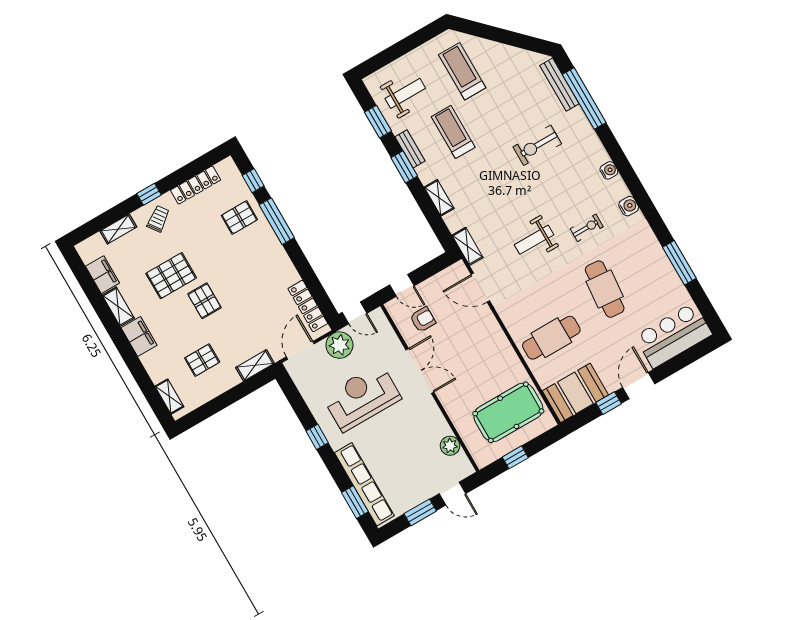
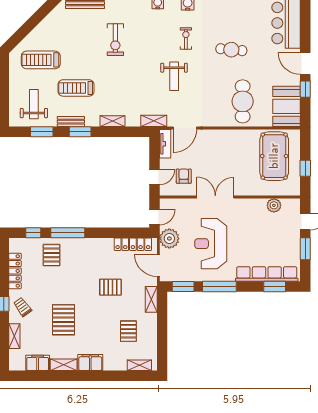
tv unit: (448, 275) -> (165, 144), added
cafe table: (605, 289) -> (231, 50), width x0.73, depth x0.74
pallet: (204, 301) -> (110, 287), moved
window: (292, 394) -> (183, 286), added
window: (317, 437) -> (219, 286), width x2.17

